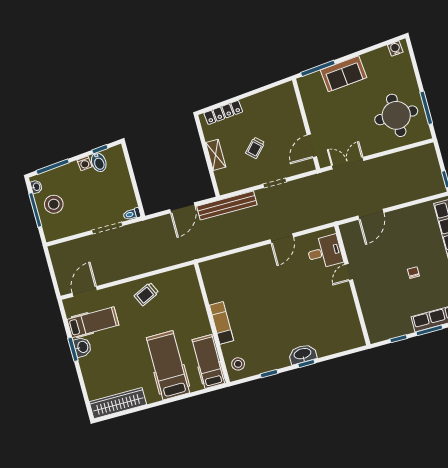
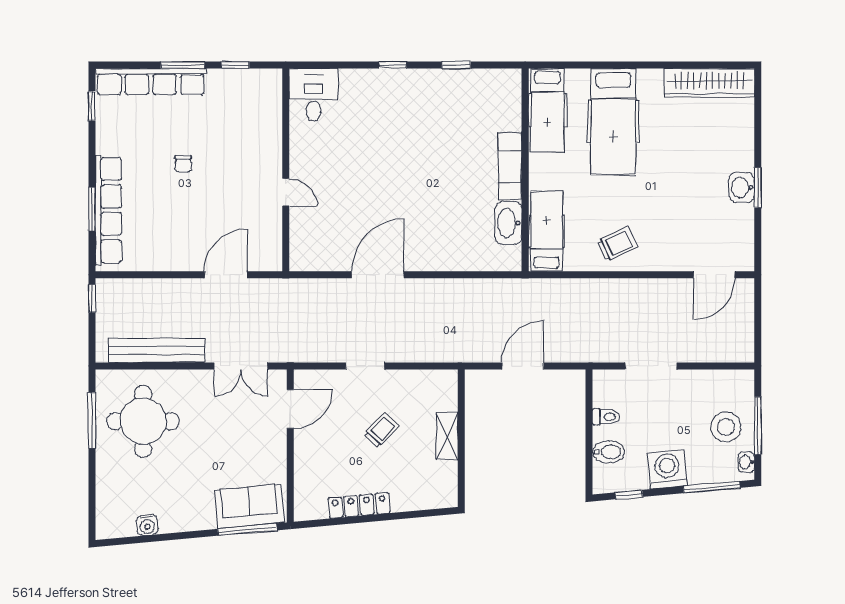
water cooler: (395, 48) -> (147, 525), moved
sofa: (343, 74) -> (249, 506), moved
locker: (223, 112) -> (359, 505), moved
bidet: (99, 162) -> (609, 452), moved, turned 95
washing machine: (85, 163) -> (667, 469), width x1.89, depth x1.89
bench: (227, 206) -> (157, 350), moved
toilet: (132, 214) -> (606, 417), moved
door: (282, 238) -> (378, 275), width x1.36
desk: (325, 252) -> (314, 95), moved, turned 90
door: (349, 272) -> (286, 192), hinge flipped
hospital bed: (93, 322) -> (547, 231), moved, turned 90
washbasin: (303, 354) -> (508, 223), moved, turned 90
stool: (238, 364) -> (501, 94), removed

